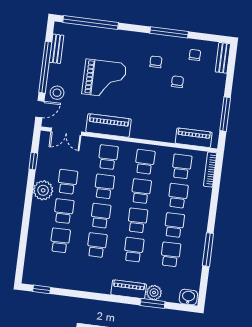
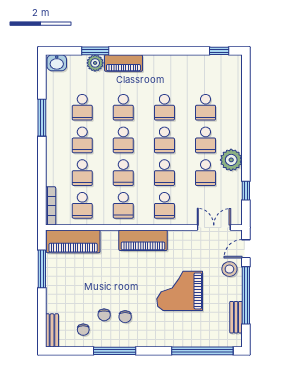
chair: (177, 82) -> (104, 315), moved
piano: (108, 125) -> (143, 240), moved
piano: (194, 138) -> (73, 241), width x1.37, depth x1.33

